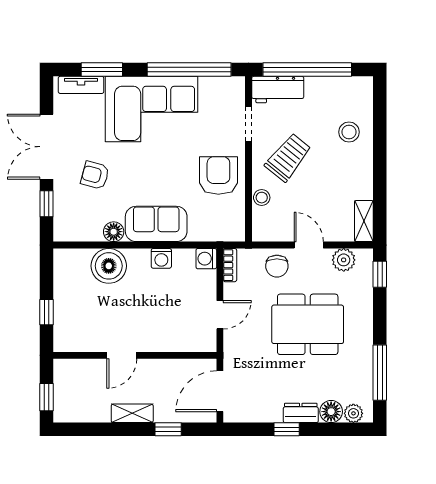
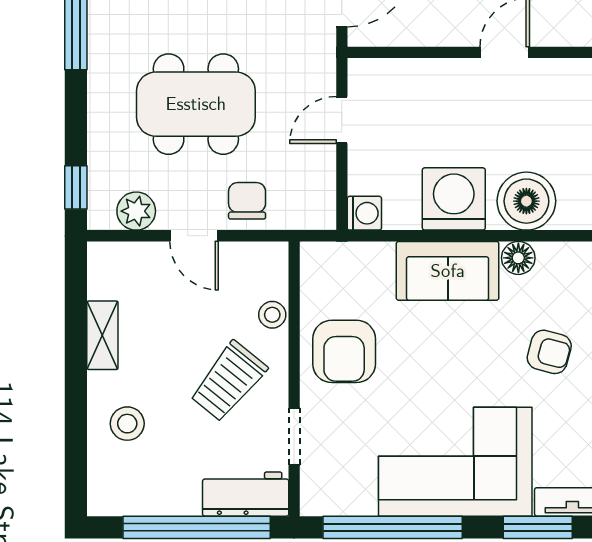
shelving: (364, 221) -> (102, 335), moved
washing machine: (161, 258) -> (454, 199), width x1.89, depth x1.89
bookcase: (230, 265) -> (325, 202), removed

